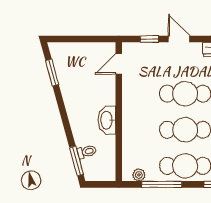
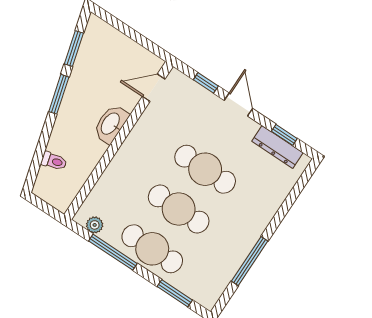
washbasin: (107, 120) -> (111, 124), moved
window: (76, 161) -> (59, 94), moved

